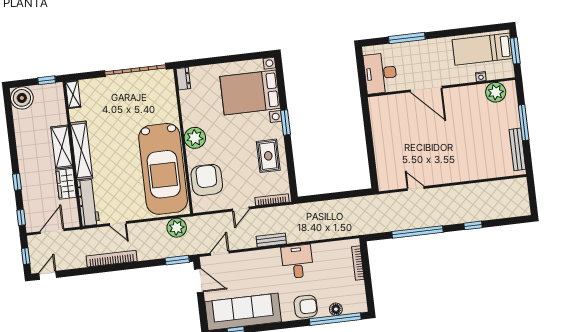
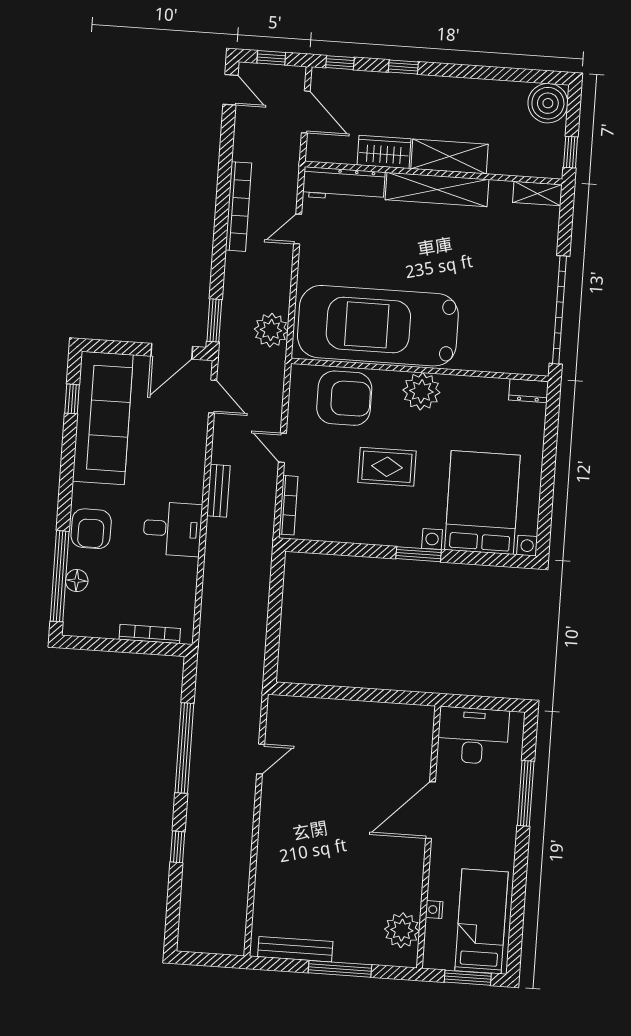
rug: (268, 156) -> (387, 467), moved

